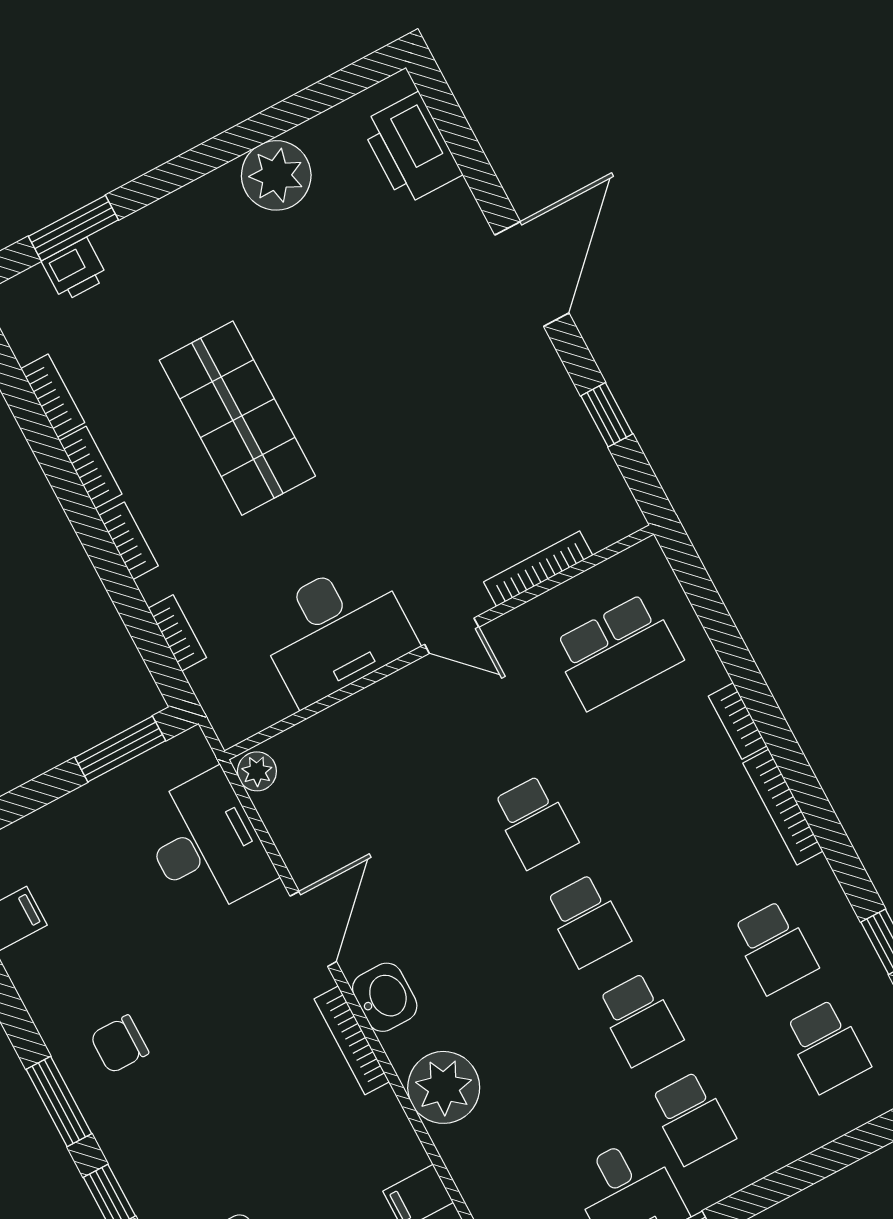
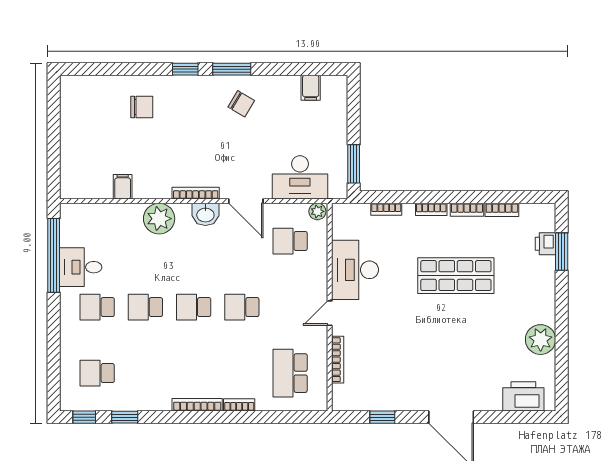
school desk: (775, 947) -> (290, 241), moved
chair: (119, 1044) -> (241, 104), turned 121

